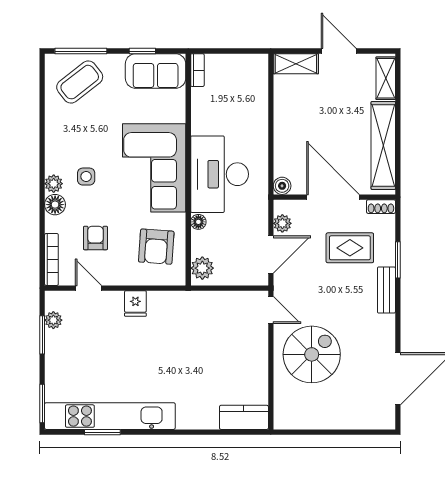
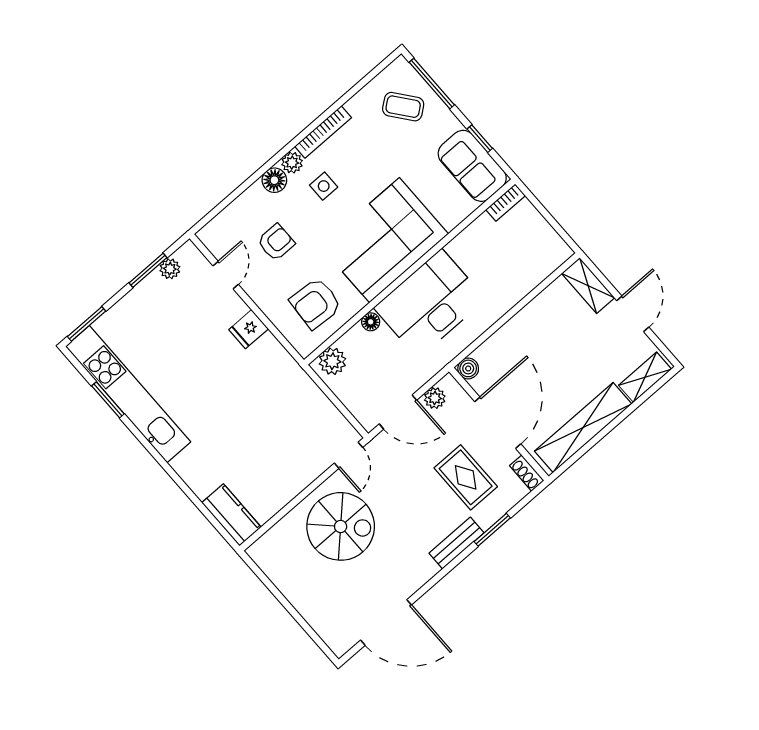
coffee table: (80, 82) -> (403, 107), width x0.73, depth x0.77
bookcase: (51, 259) -> (323, 132), moved

